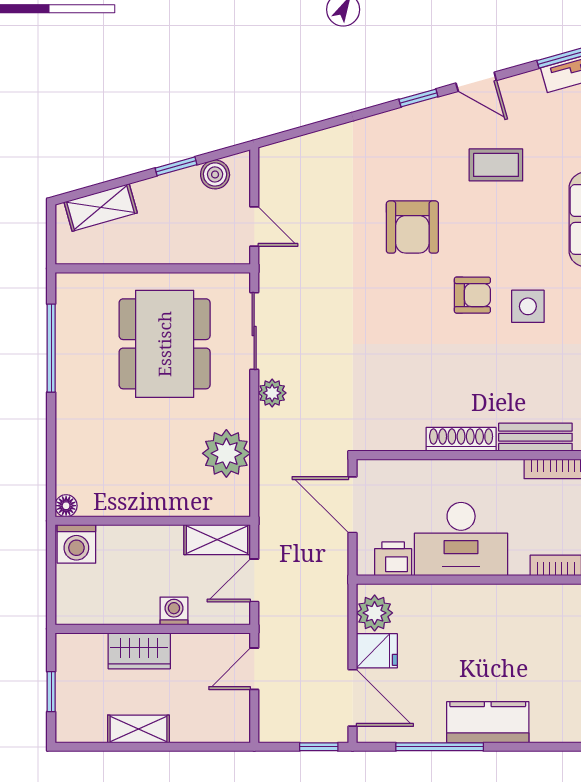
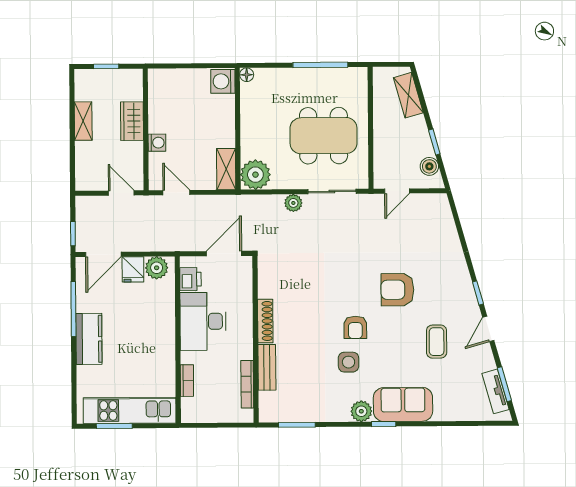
floor lamp: (66, 506) -> (247, 75), moved
wall: (153, 521) -> (238, 129), moved
shelving: (217, 540) -> (226, 169), moved
washing machine: (76, 544) -> (223, 81), moved

